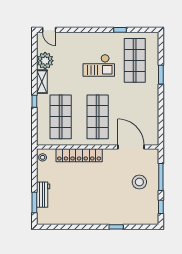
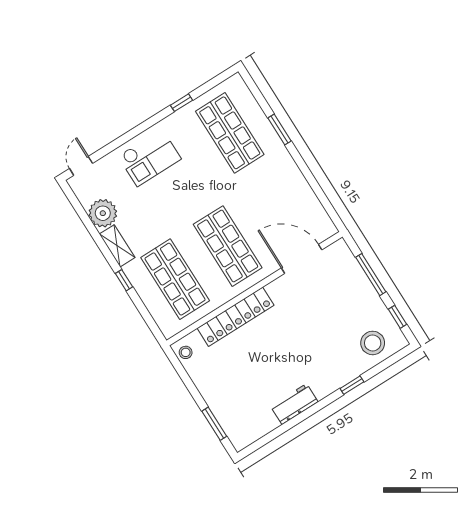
door: (49, 30) -> (81, 166), swing flipped
checkout: (99, 65) -> (150, 158), moved
stool: (139, 182) -> (373, 343), moved
workbench: (43, 195) -> (294, 404), moved, turned -90

